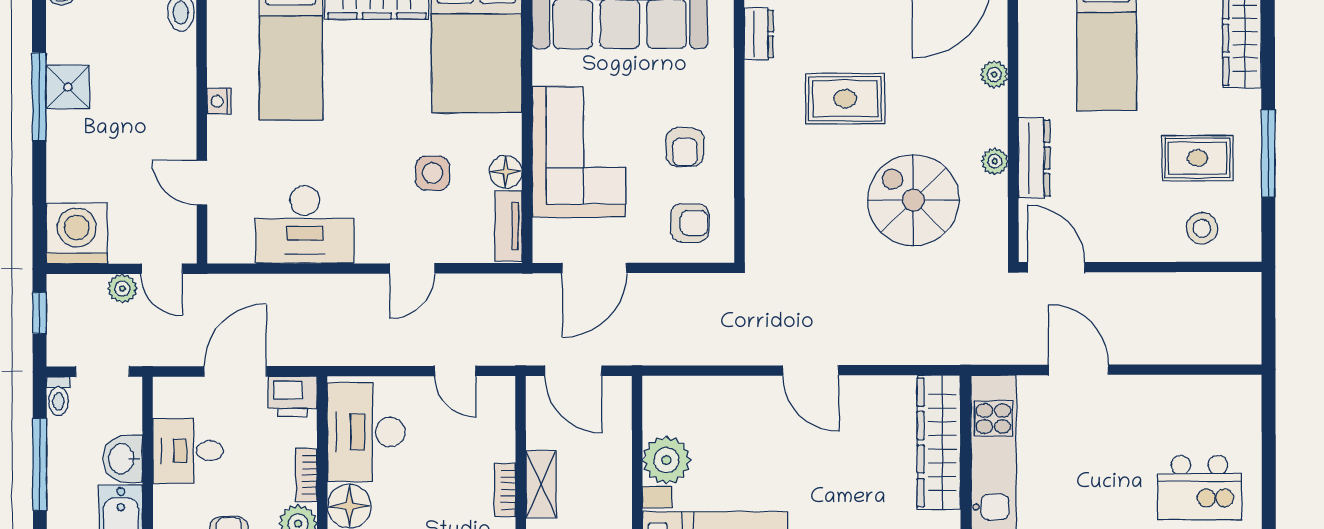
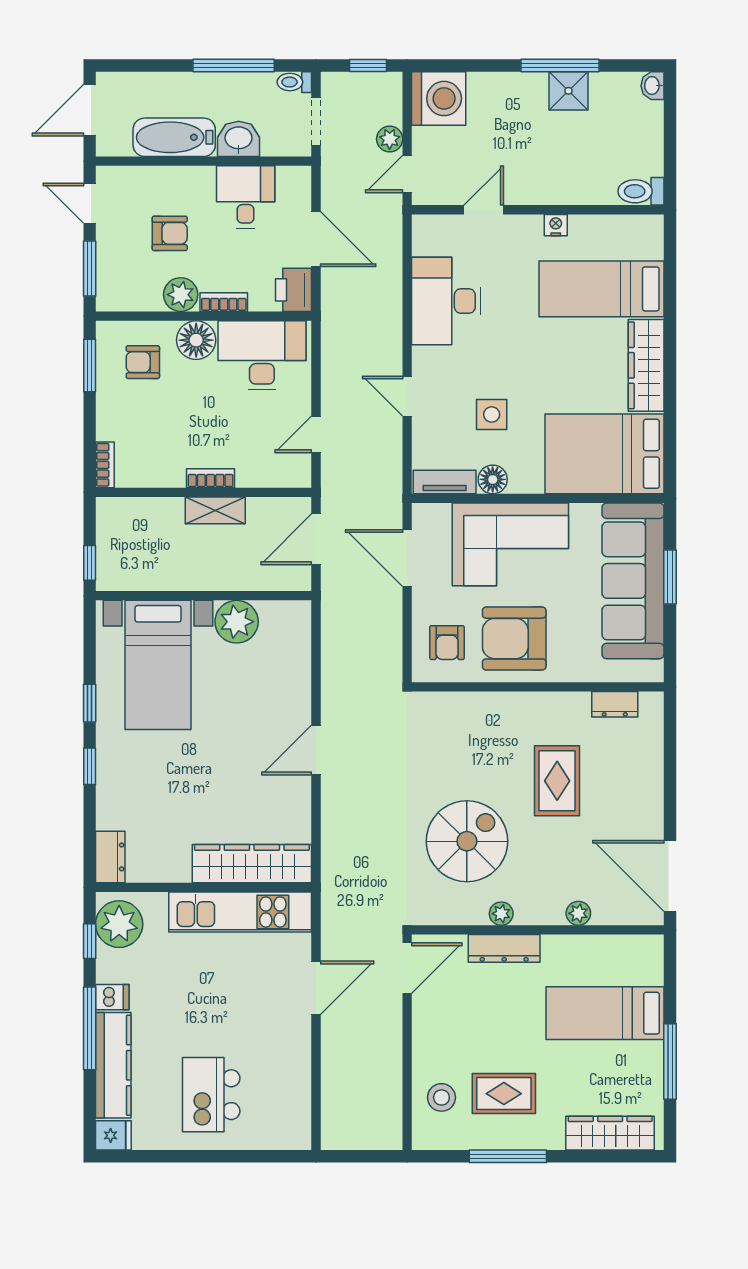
armchair: (685, 147) -> (514, 639), width x1.88, depth x1.88
rug: (1197, 158) -> (504, 1094), turned 90

